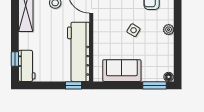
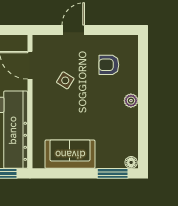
side table: (134, 30) -> (65, 80), moved

